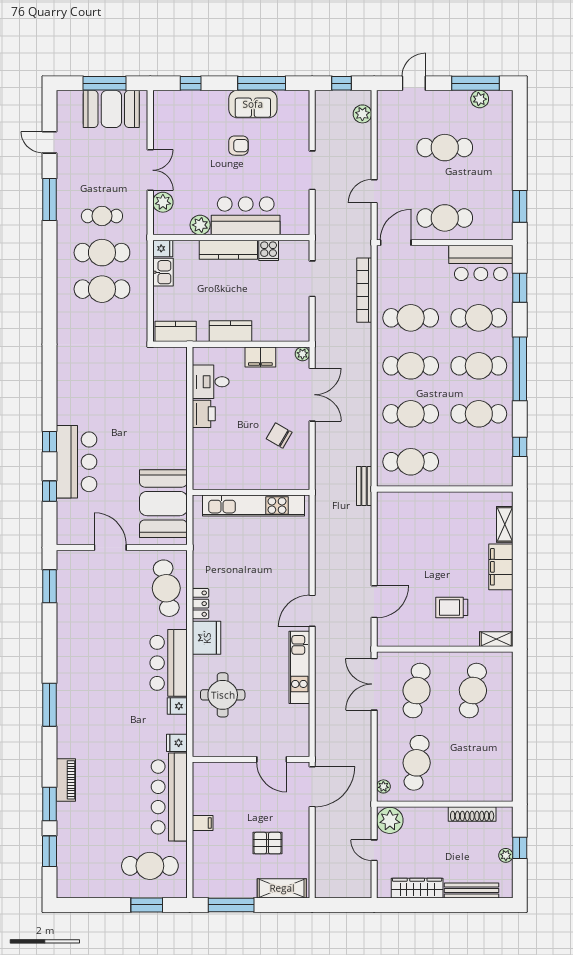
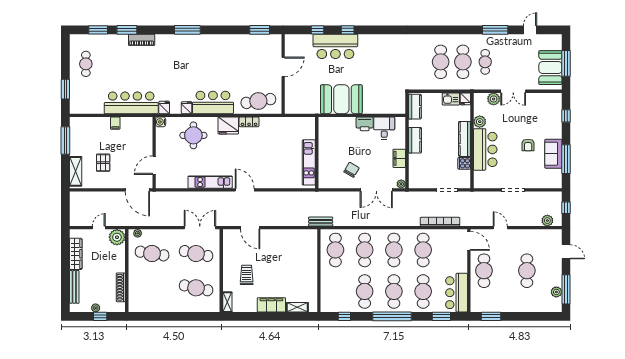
booth: (163, 504) -> (341, 99), moved
kitchen unit: (254, 506) -> (309, 162), width x0.73
water cooler: (201, 749) -> (161, 122), added
cafe table: (150, 866) -> (86, 64), moved, width x0.73, depth x0.74

